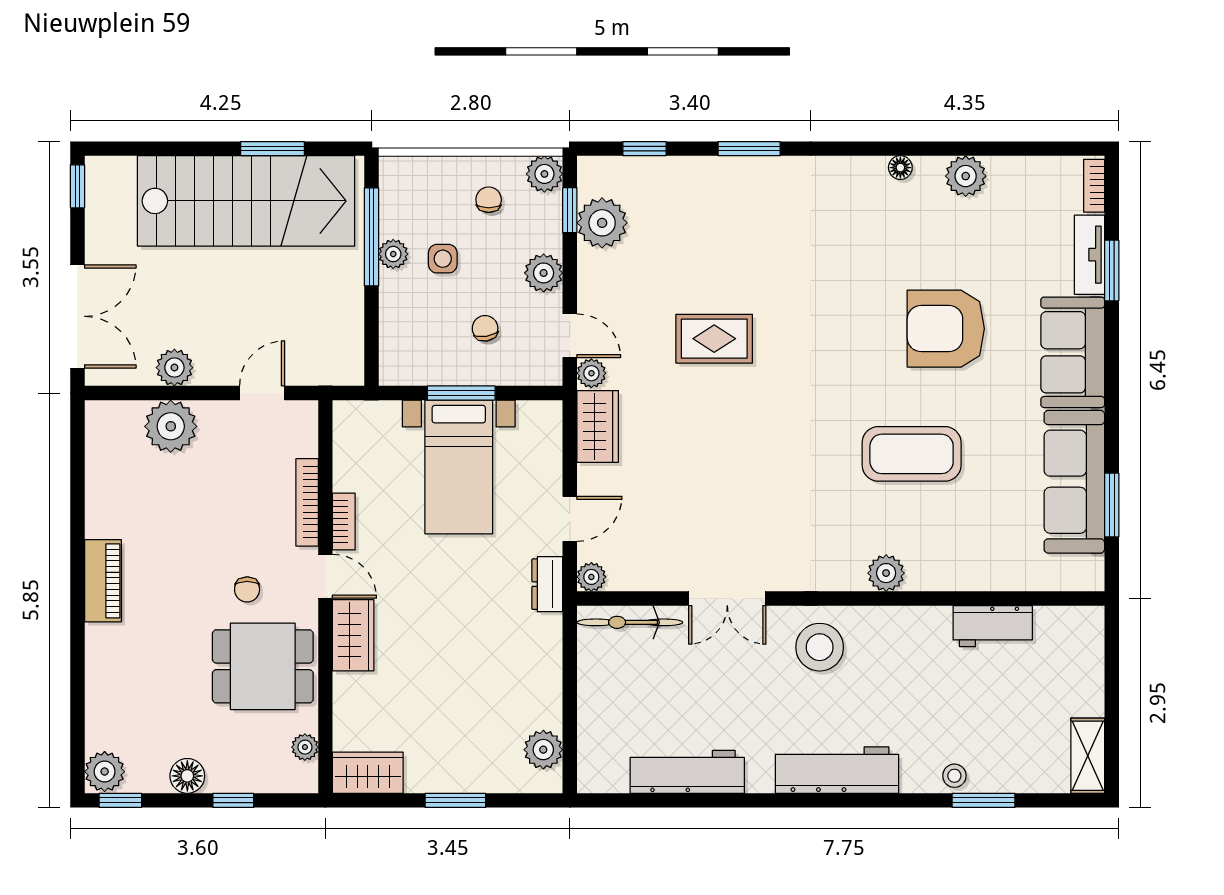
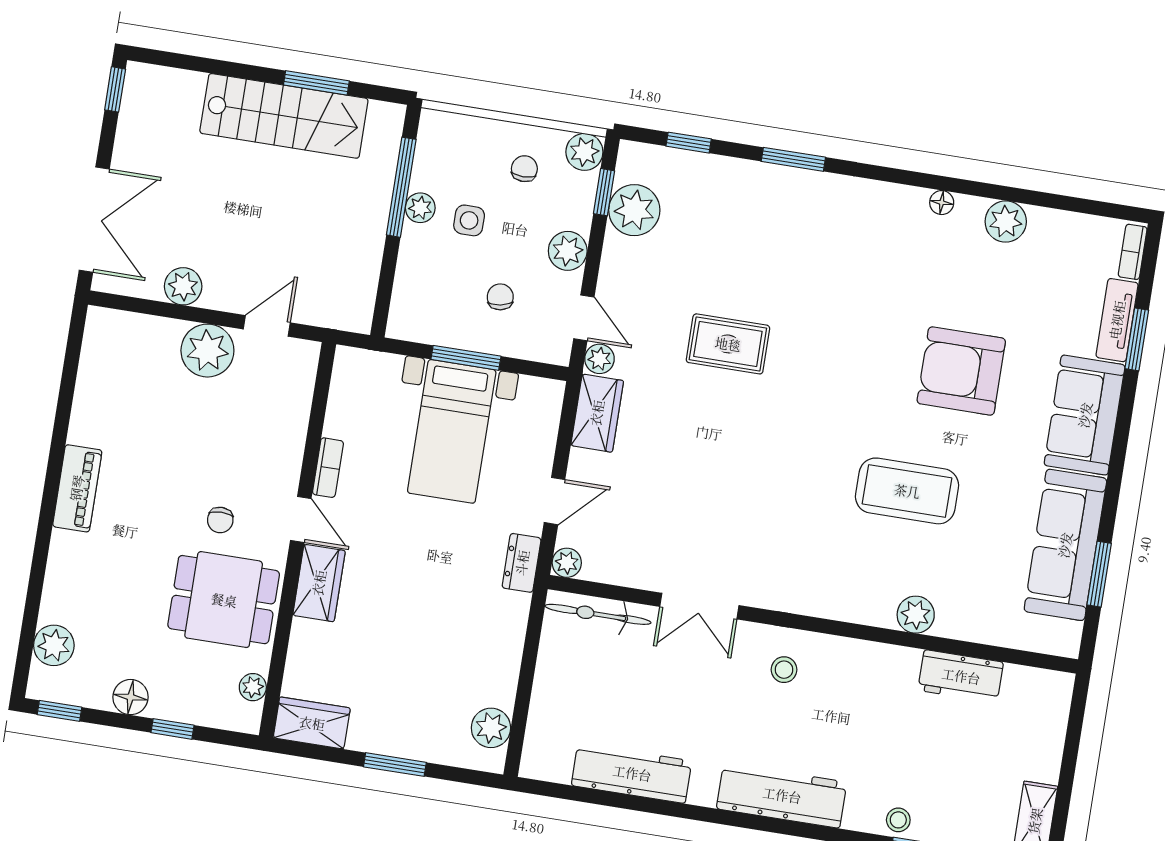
stairs: (246, 201) -> (284, 116), width x0.73, depth x0.66
plant: (171, 426) -> (207, 351), moved
bookcase: (307, 502) -> (294, 443), removed
plant: (886, 573) -> (916, 615), moved
stool: (820, 647) -> (784, 670), width x0.53, depth x0.53
plant: (105, 772) -> (54, 645), moved

